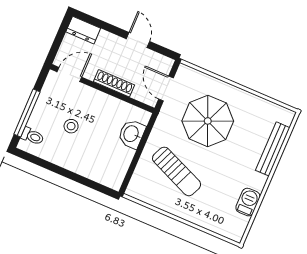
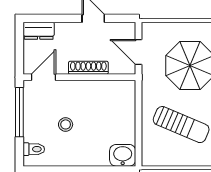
window: (27, 113) -> (19, 112), moved
washbasin: (132, 134) -> (123, 155), moved, turned 90

